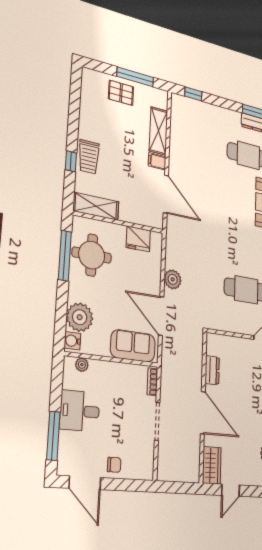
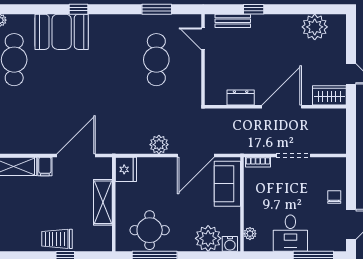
trolley: (89, 157) -> (57, 239), turned 180
shelving: (96, 206) -> (103, 202), moved
fridge: (138, 239) -> (126, 169), moved

